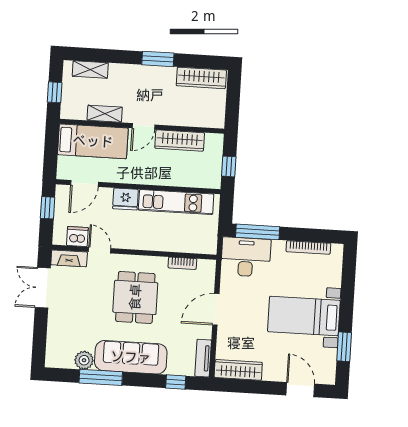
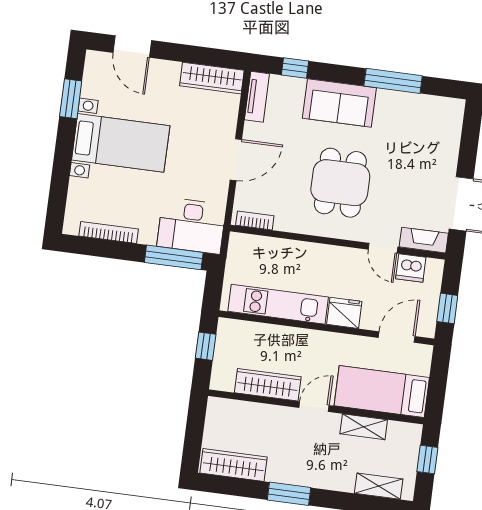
bookcase: (182, 263) -> (255, 221), moved
sofa: (131, 357) -> (339, 103), width x0.73
plant: (84, 360) -> (413, 105), removed

